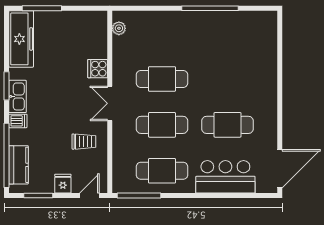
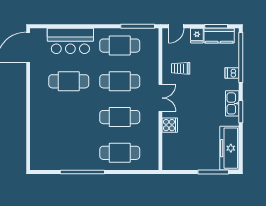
plant: (119, 28) -> (153, 156), removed
cafe table: (162, 33) -> (120, 153), added
dishwasher: (18, 121) -> (232, 73), moved
kitchen counter: (19, 165) -> (219, 36), moved, turned -90

